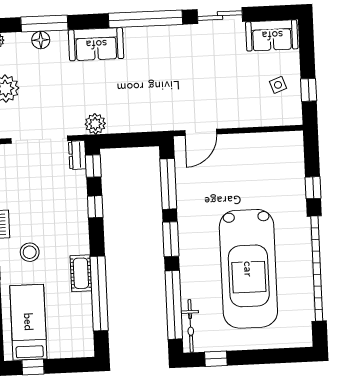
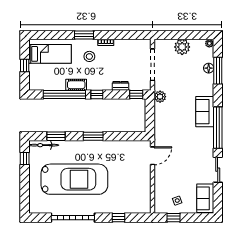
sofa: (96, 44) -> (205, 112), moved
door: (201, 132) -> (153, 156), swing flipped
dresser: (77, 155) -> (120, 86), moved
window: (168, 184) -> (124, 136), removed
window: (95, 207) -> (97, 94), moved
car: (248, 269) -> (74, 179), turned 180
garage door: (317, 269) -> (73, 218), width x0.73
window: (174, 305) -> (56, 136), width x0.47
window: (33, 367) -> (25, 65), moved

